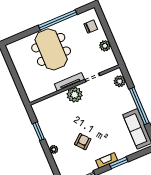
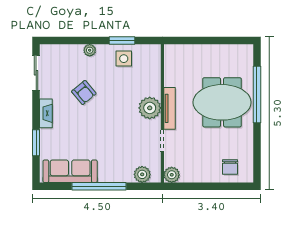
window: (58, 20) -> (257, 95), moved
plant: (105, 46) -> (172, 175), moved
side table: (50, 125) -> (124, 59), added
window: (119, 163) -> (36, 143), moved

